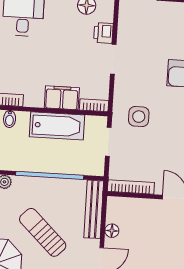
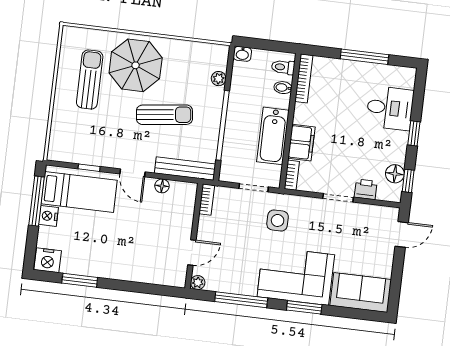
bookcase: (131, 187) -> (207, 200), width x0.64
sun lounger: (43, 232) -> (164, 115), turned 39

